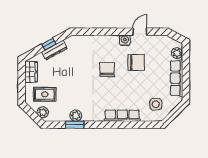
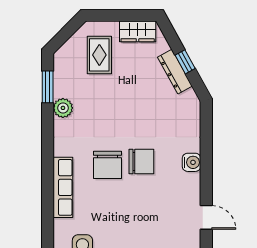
water cooler: (125, 40) -> (192, 162), moved
chair: (136, 63) -> (107, 165), moved
plant: (43, 112) -> (69, 52), removed
window: (75, 125) -> (48, 87), moved

